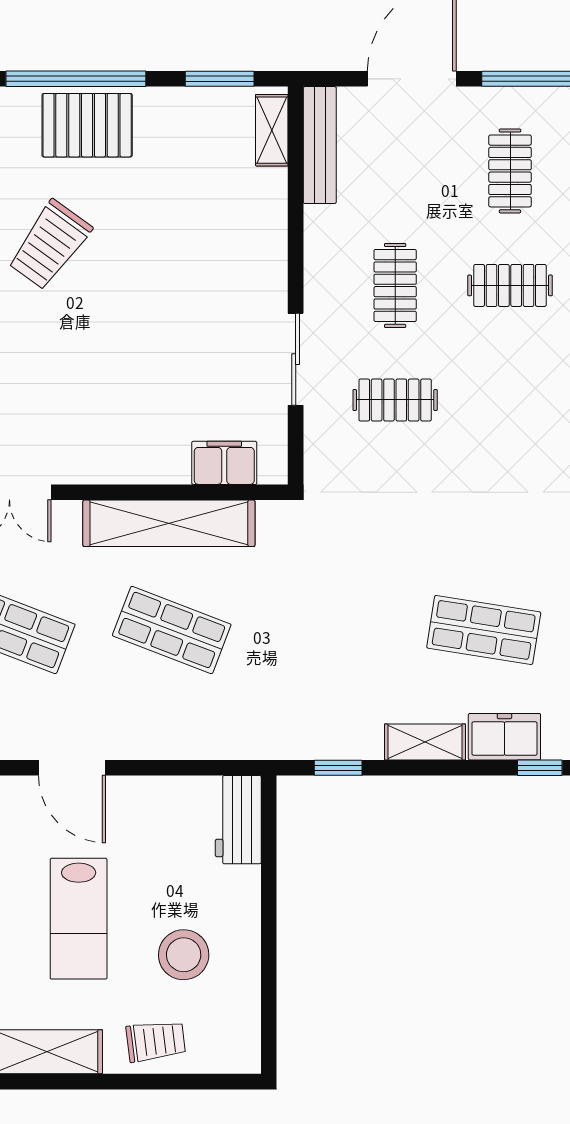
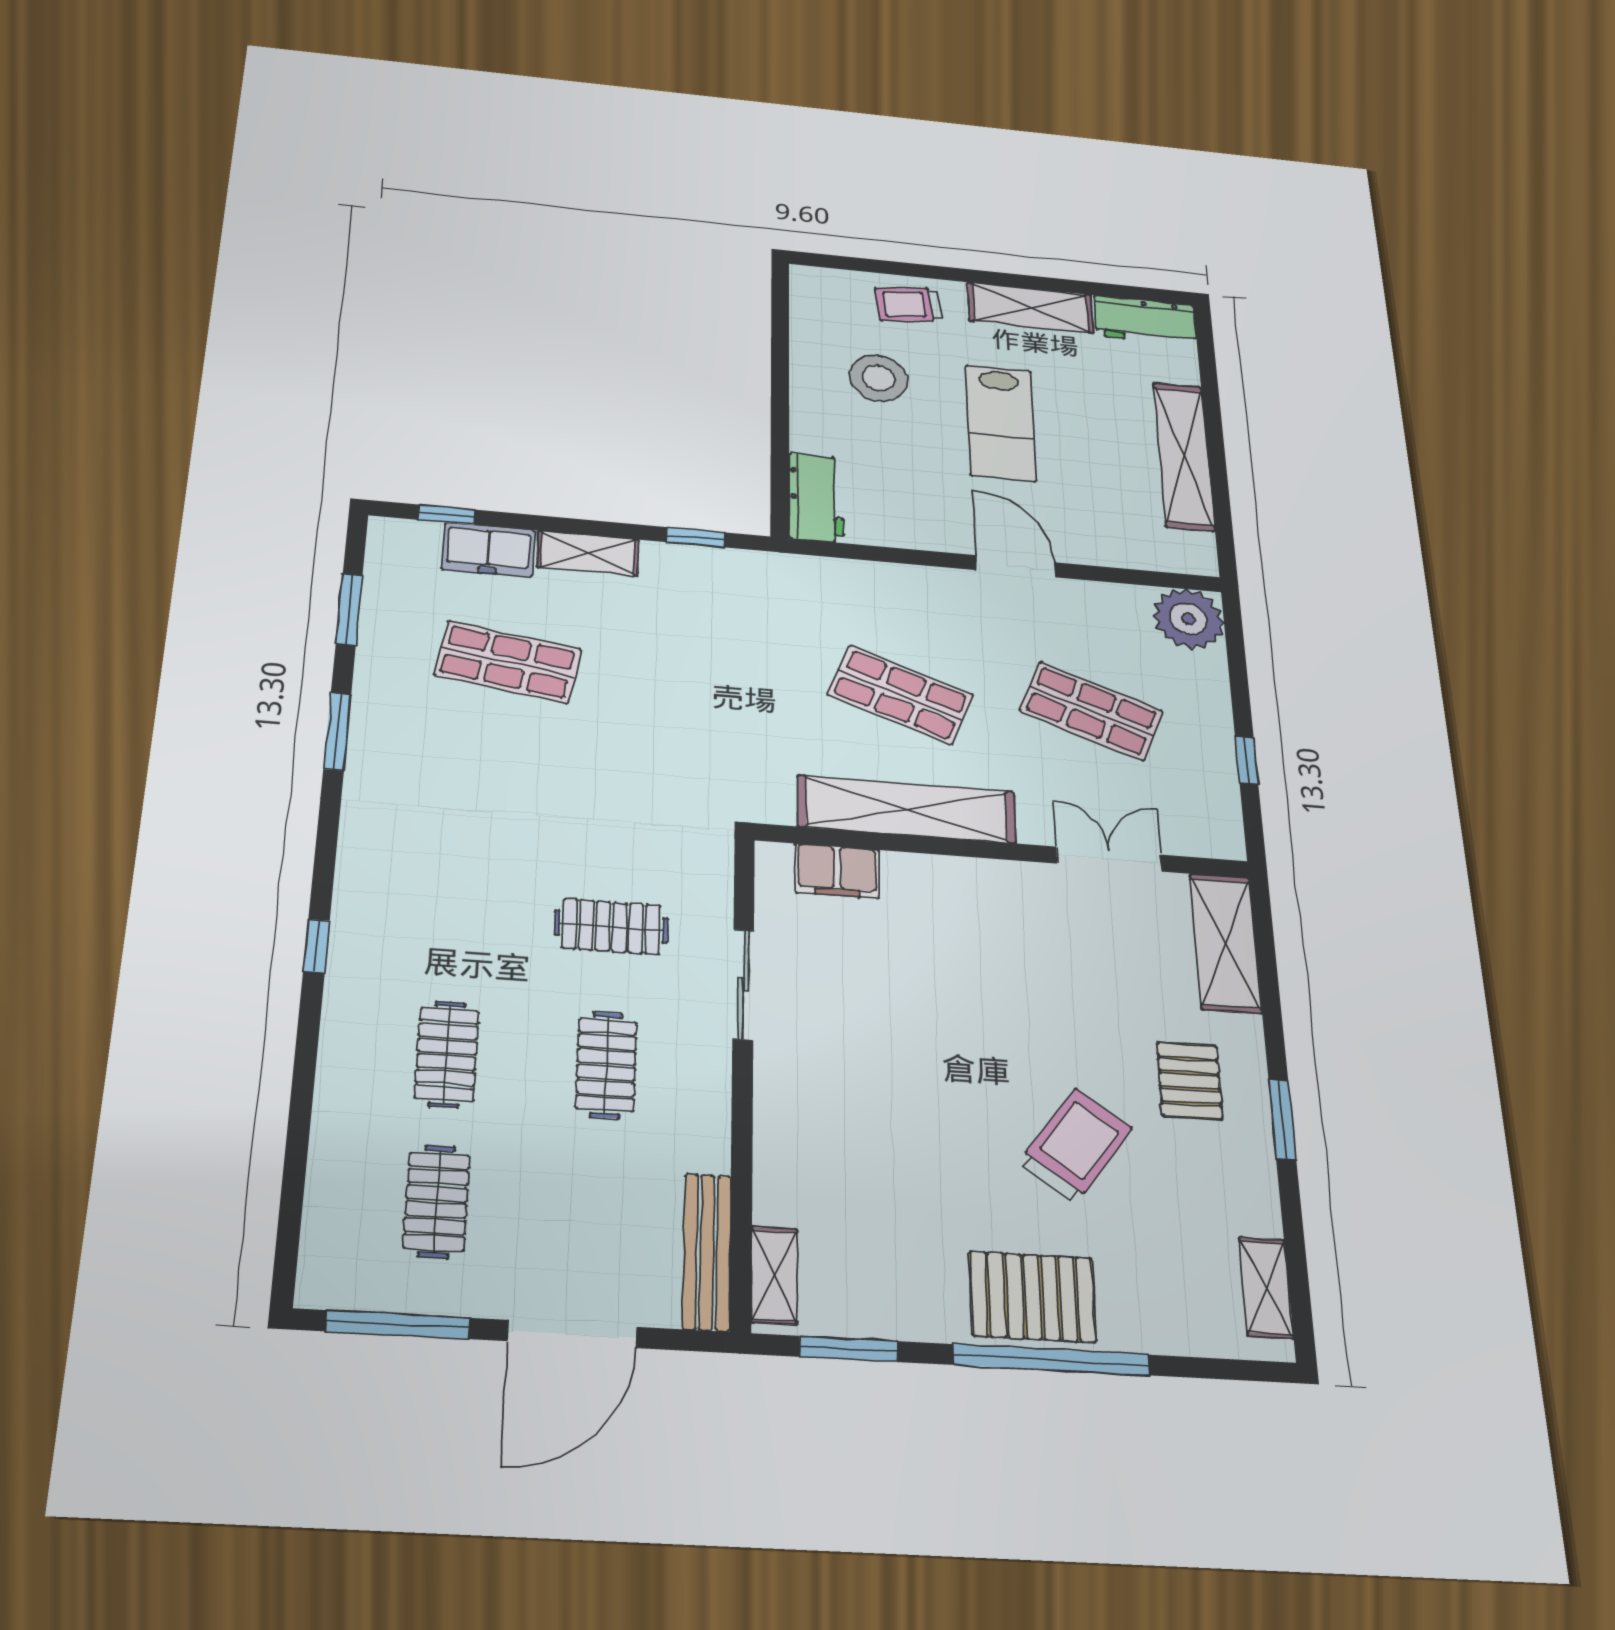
clothes rail: (510, 285) -> (447, 1054), turned 90
lab bench: (79, 919) -> (1001, 423), turned 180

